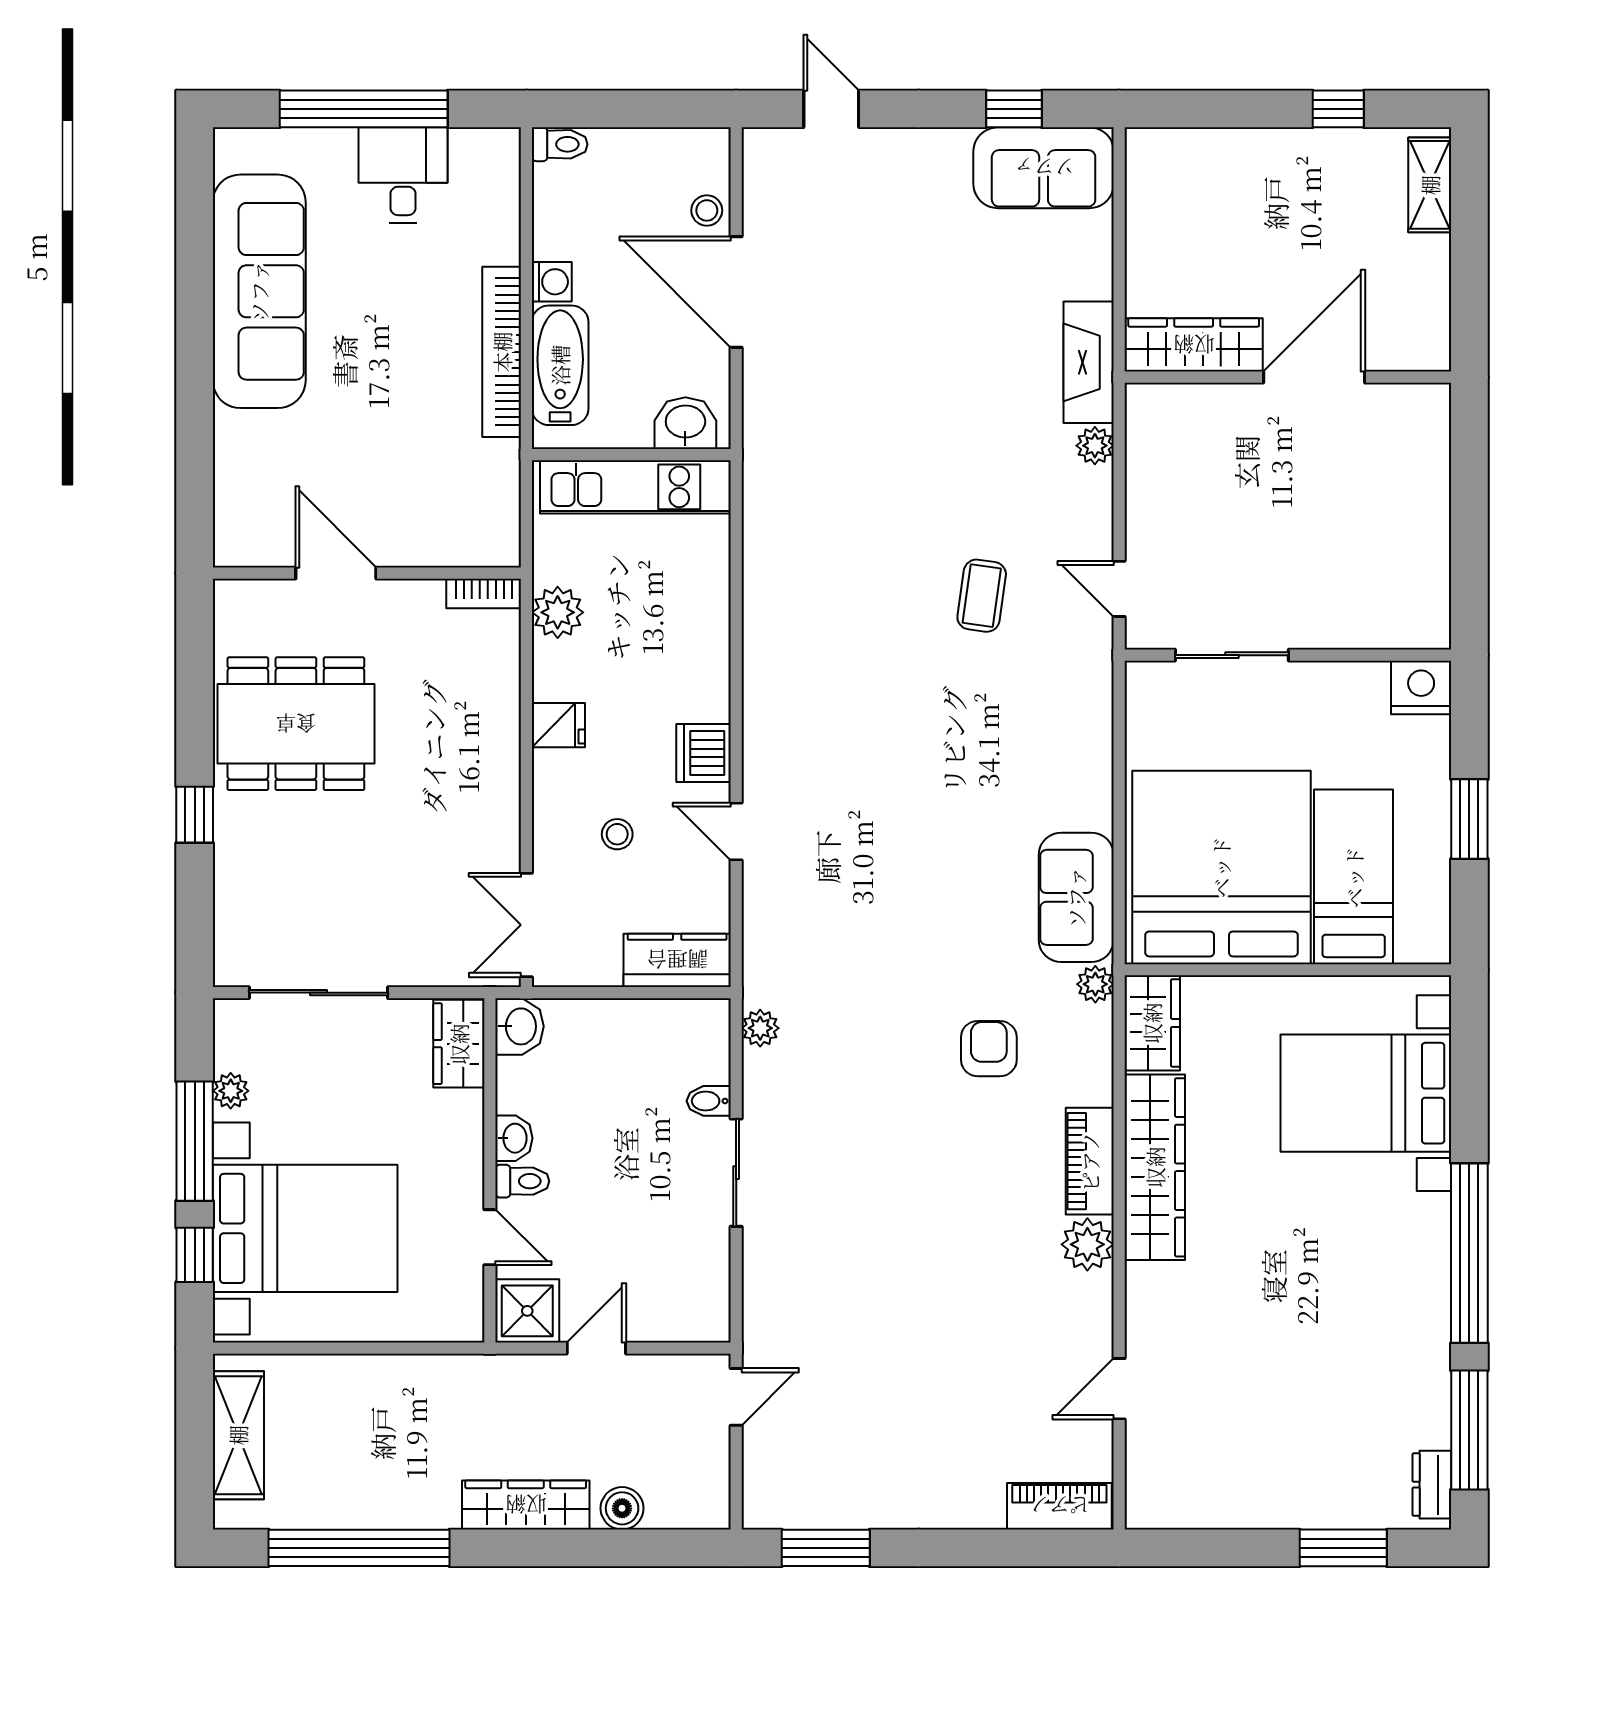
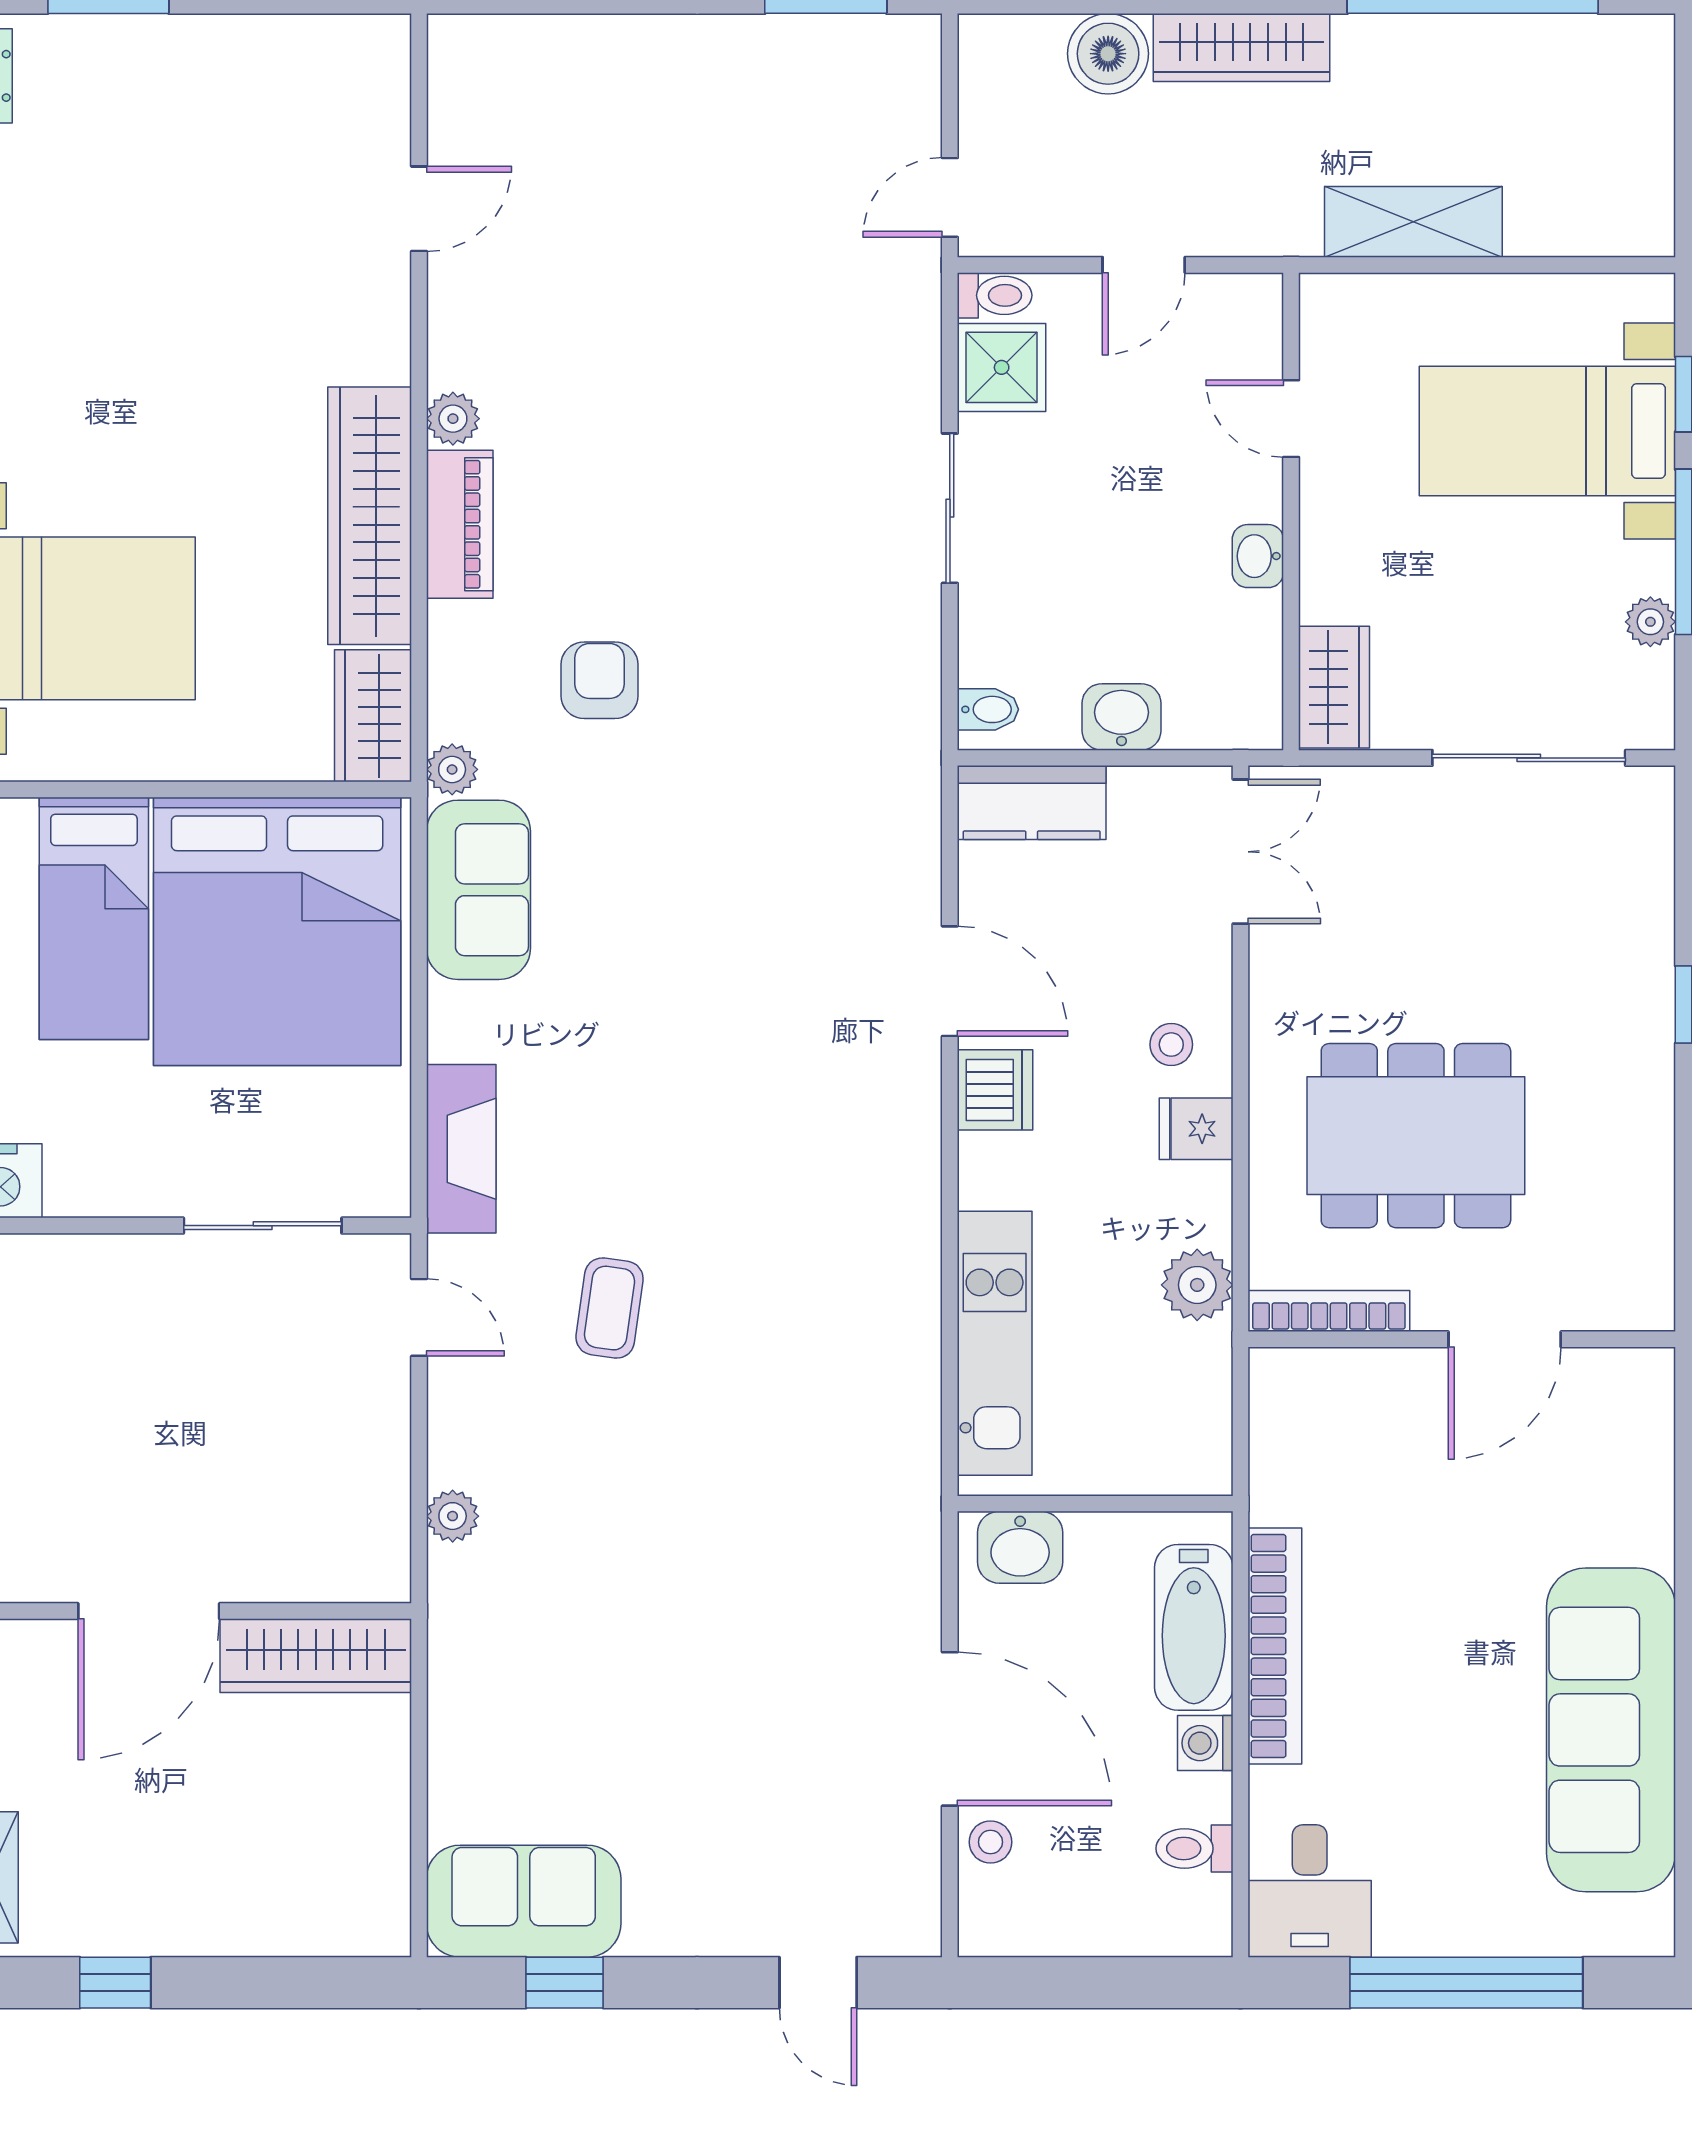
toilet: (560, 144) -> (1194, 1848), moved
desk: (403, 175) -> (1310, 1891), moved
fireplace: (1089, 362) -> (461, 1149), moved
kitchen unit: (635, 487) -> (995, 1343), moved, turned 90
door: (336, 573) -> (1505, 1339), hinge flipped
bookcase: (484, 594) -> (1329, 1311), width x1.56
dining table: (296, 724) -> (1416, 1136), moved
door: (736, 831) -> (950, 981), width x1.38
stool: (617, 834) -> (1171, 1045), moved
washbasin: (520, 1026) -> (1122, 717), moved, turned 90
plant: (760, 1028) -> (916, 709), removed
armchair: (989, 1049) -> (600, 680), turned 180
bidet: (709, 1101) -> (988, 709), moved
toilet: (522, 1181) -> (995, 295), moved, turned 180
bed with nightstands: (305, 1228) -> (1547, 431), width x0.73
plant: (1087, 1244) -> (453, 419), width x0.73, depth x0.73
shower: (527, 1311) -> (1002, 367), moved
shelving: (238, 1435) -> (1413, 222), moved, turned 90
piano: (1059, 1506) -> (502, 46), removed
boiler: (622, 1508) -> (1108, 54), width x1.36, depth x1.36

